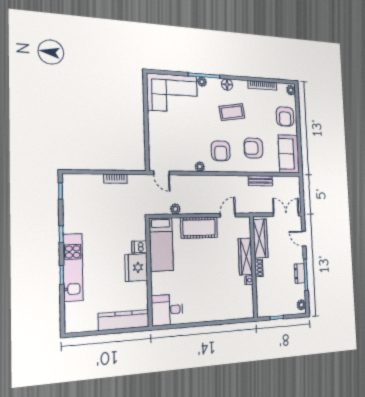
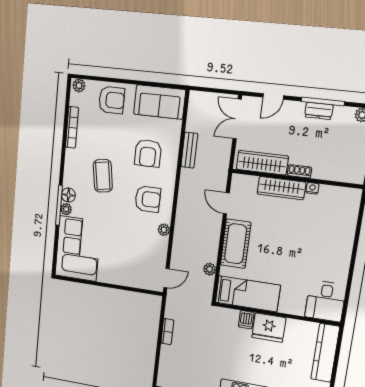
floor lamp: (227, 84) -> (68, 195), moved

